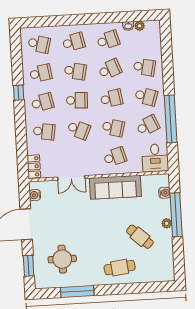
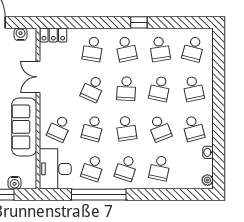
plant: (140, 26) -> (207, 180), moved
school desk: (148, 126) -> (93, 168), turned 42
school desk: (115, 157) -> (59, 128), turned 39
desk: (155, 158) -> (55, 169), width x1.37

